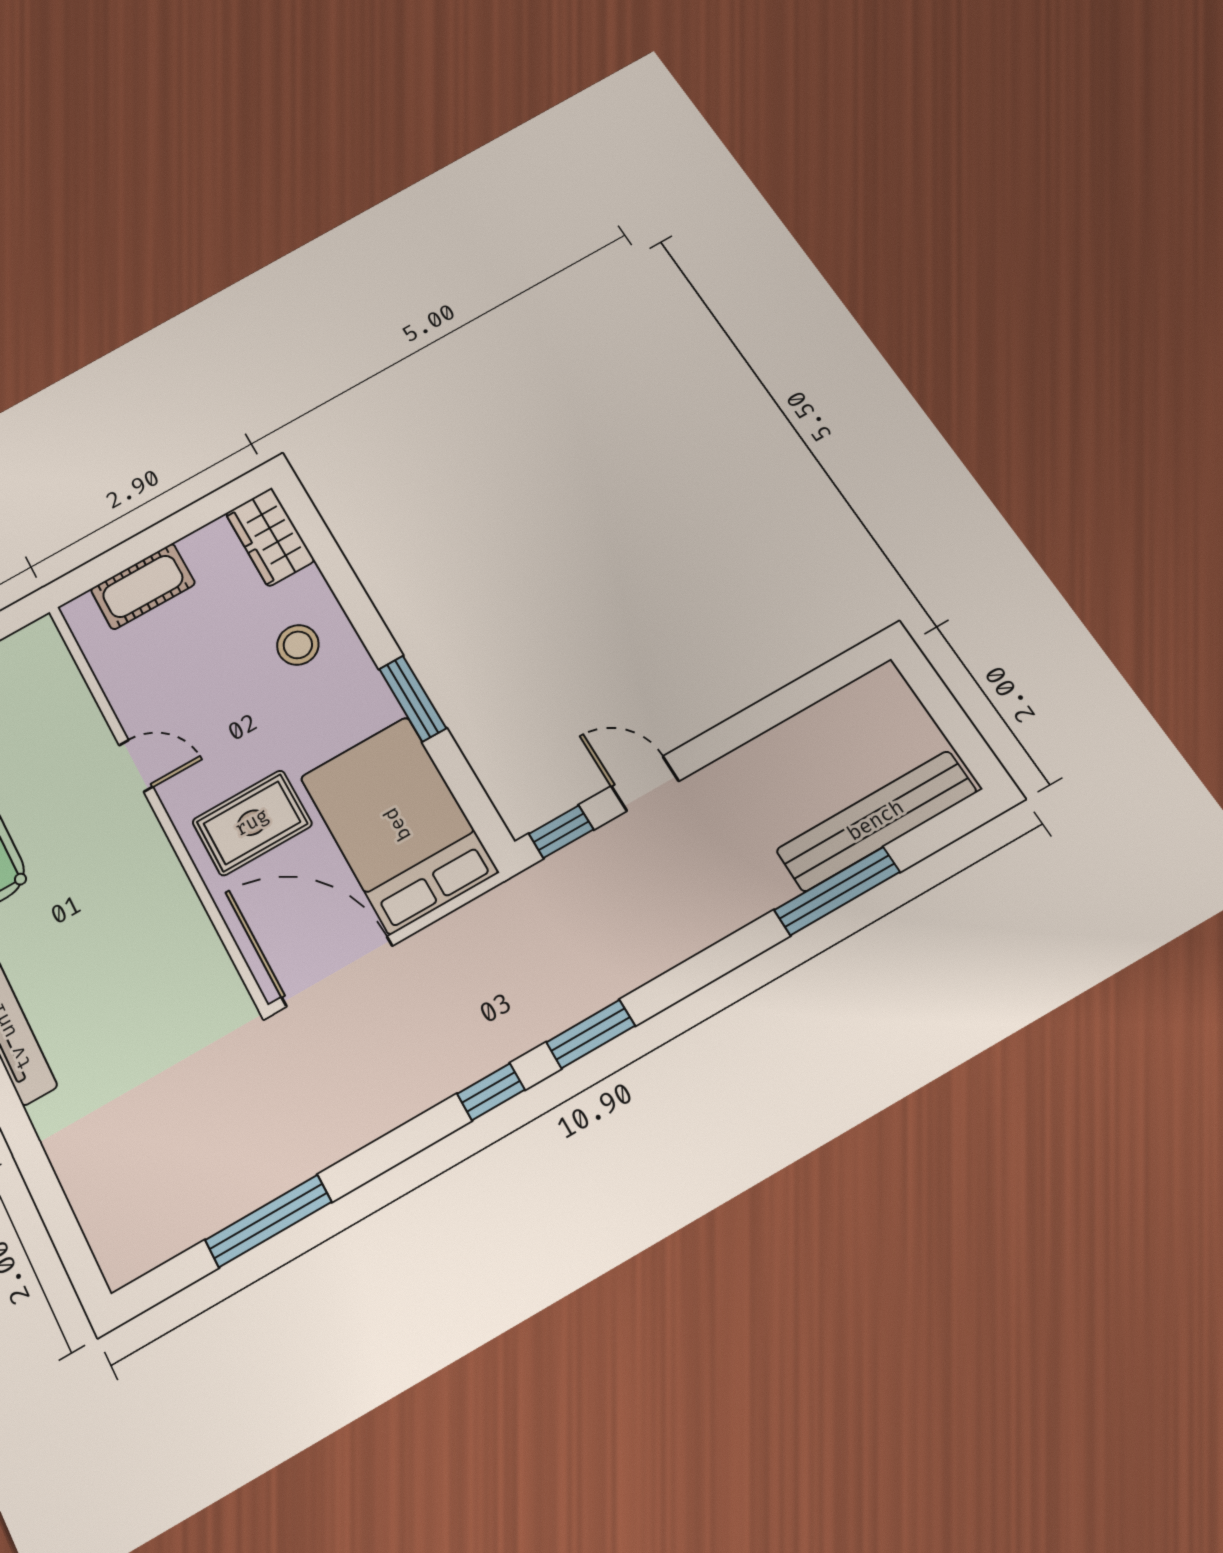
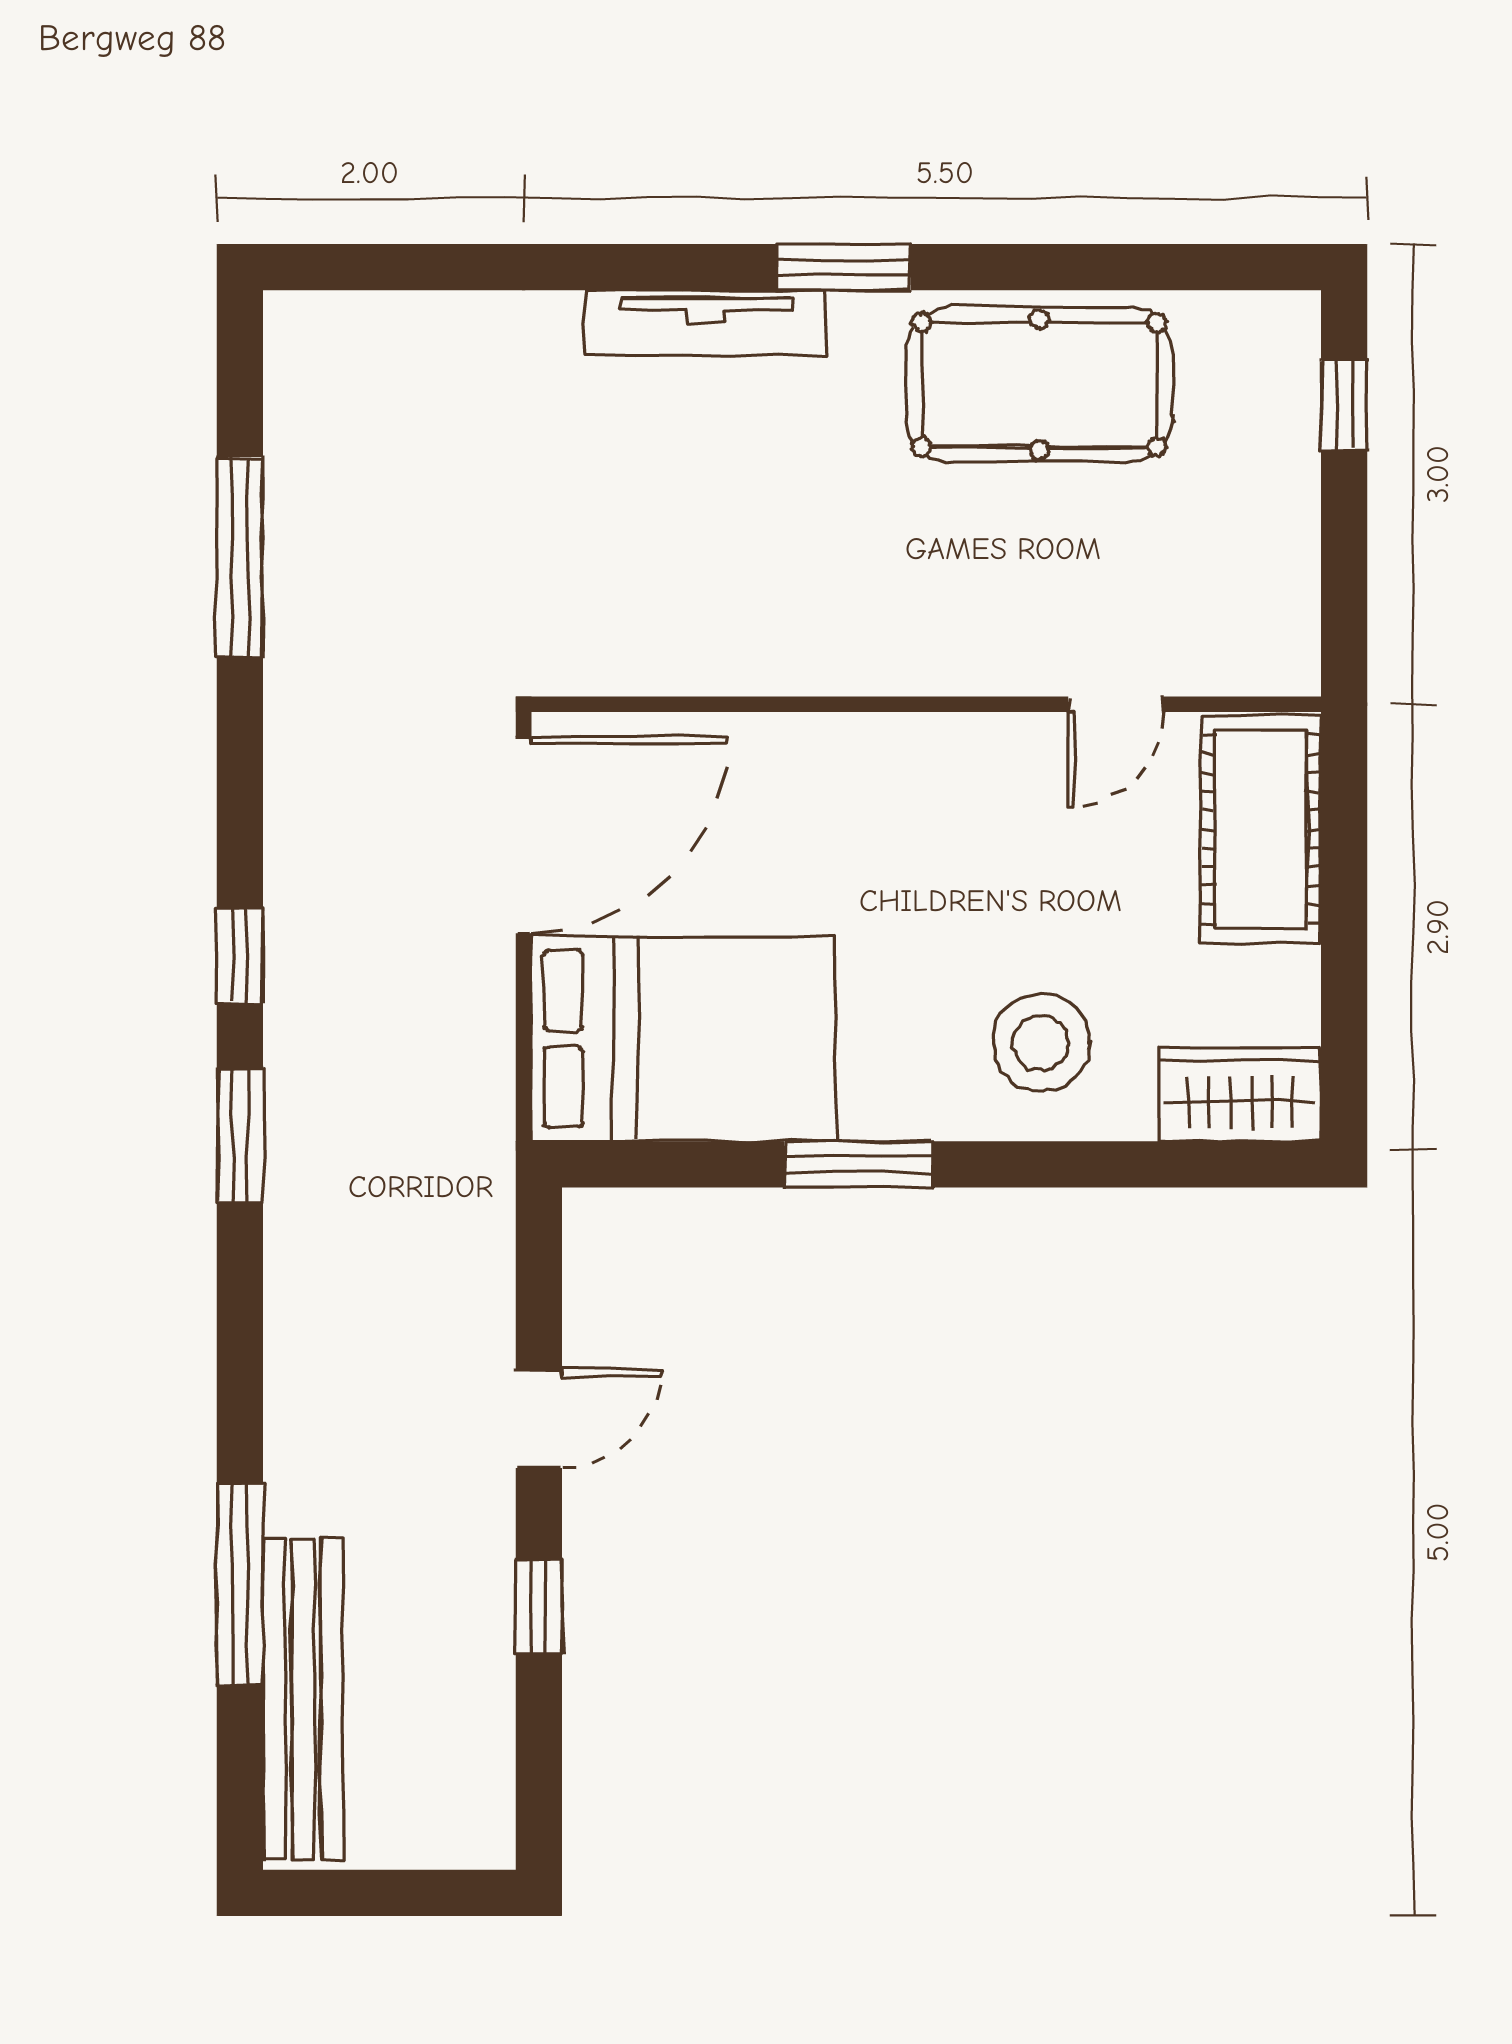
cot: (143, 586) -> (1261, 829), width x1.37, depth x1.34
stool: (298, 645) -> (1041, 1043), width x1.38, depth x1.38
door: (136, 766) -> (1116, 704), moved
rug: (252, 823) -> (808, 830), removed
window: (561, 832) -> (539, 1606), moved

